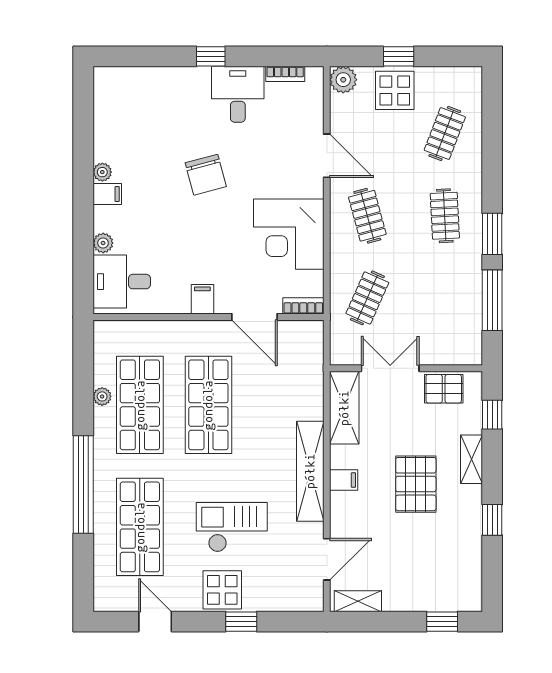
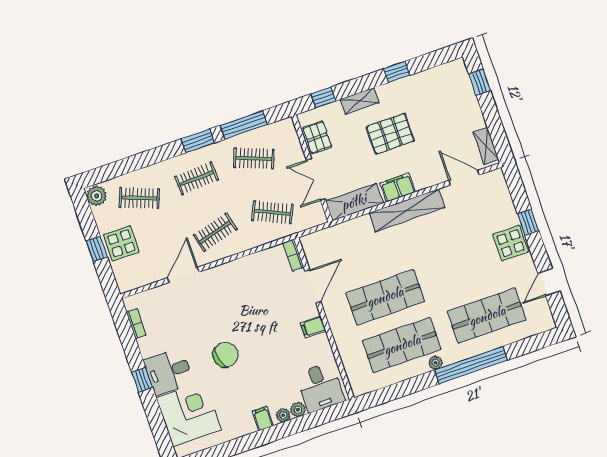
plant: (343, 80) -> (97, 196), moved
desk: (238, 94) -> (169, 372), moved
plant: (102, 172) -> (283, 415), moved
corner desk: (289, 234) -> (189, 414), moved, turned -90
clothes rail: (445, 298) -> (254, 158), added
plant: (102, 396) -> (436, 363), moved
filing cabinet: (344, 480) -> (398, 187), width x2.00
checkout: (232, 527) -> (465, 252), removed

